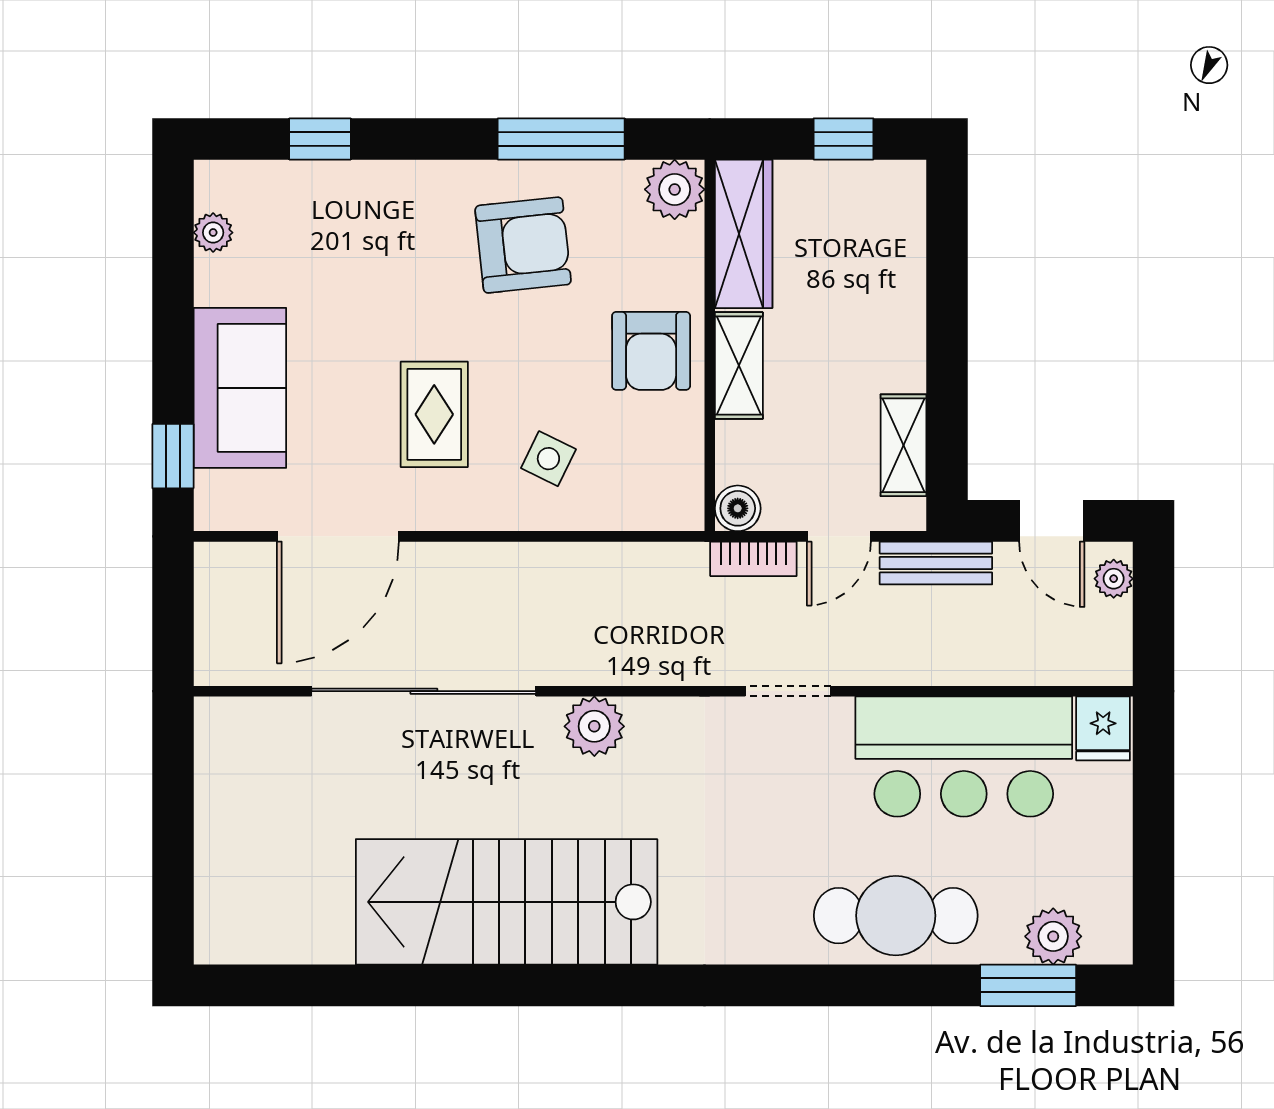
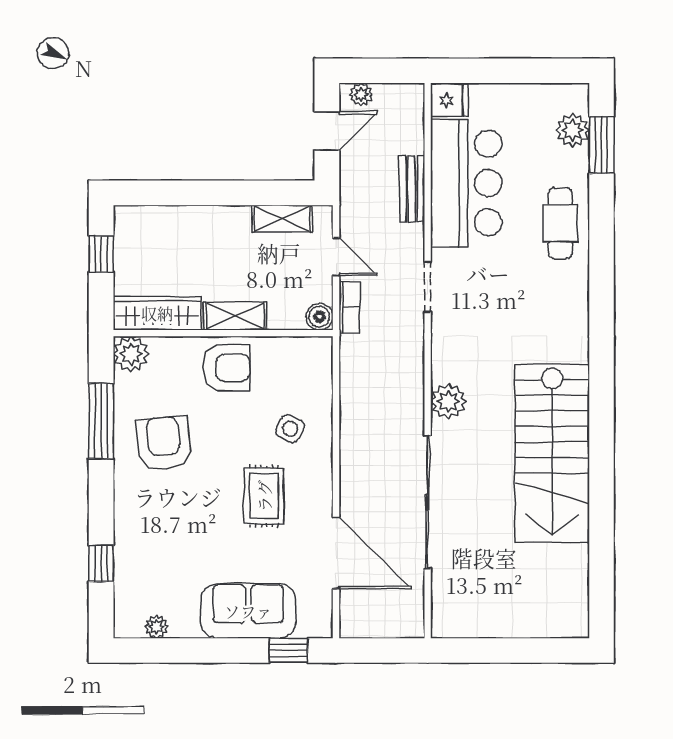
rug: (434, 414) -> (264, 496), turned 90
bench: (936, 563) -> (412, 189), moved
cafe table: (896, 916) -> (560, 223), width x0.73, depth x0.74

